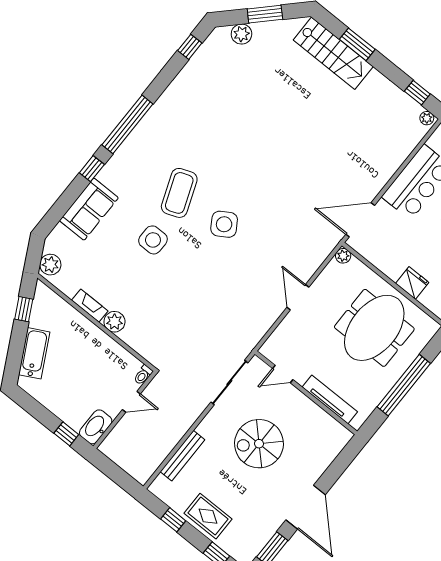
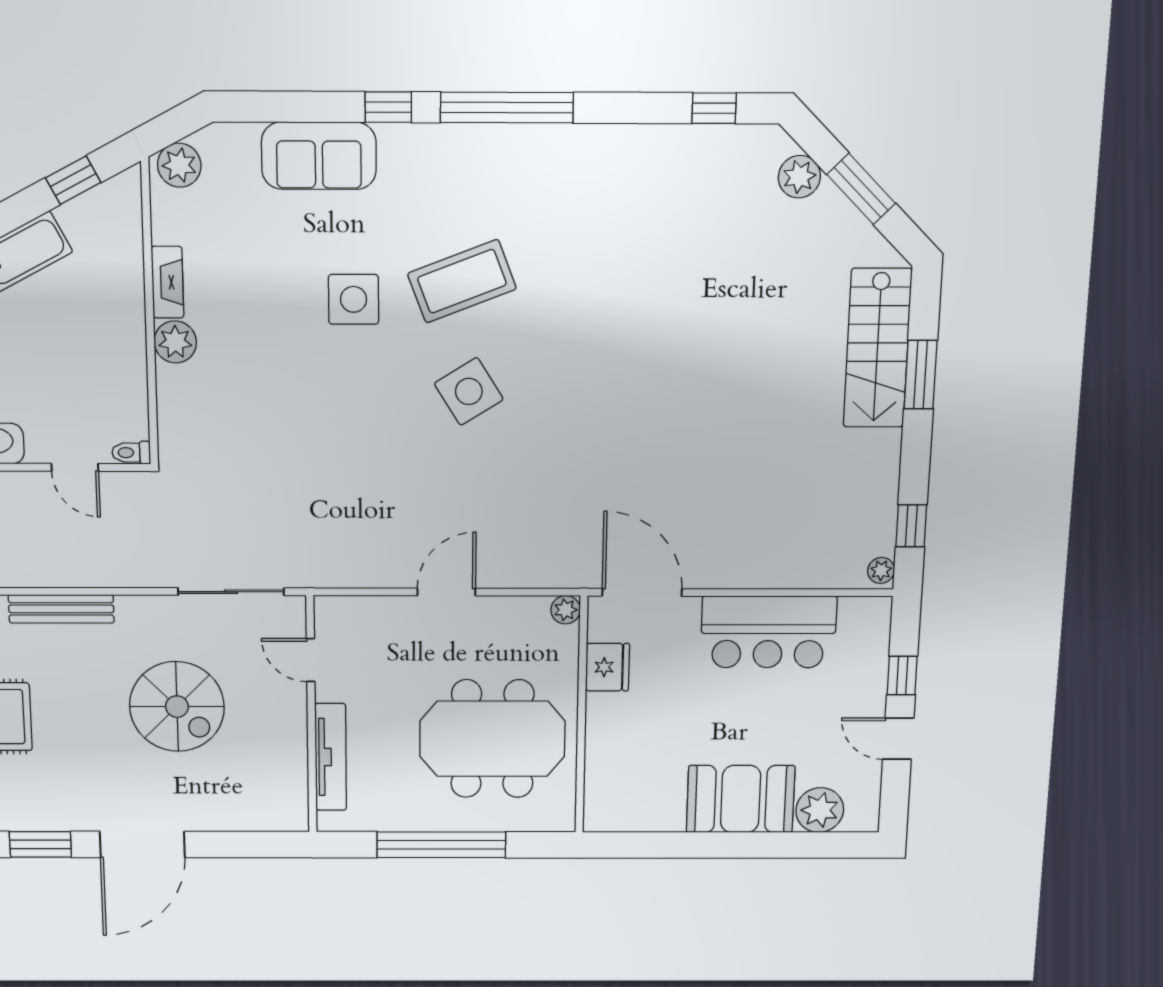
fridge: (412, 283) -> (608, 667), moved
spiral stairs: (259, 444) -> (177, 707), turned 180

